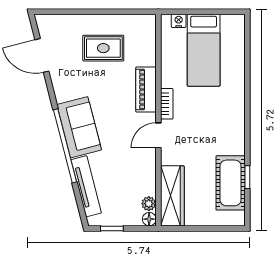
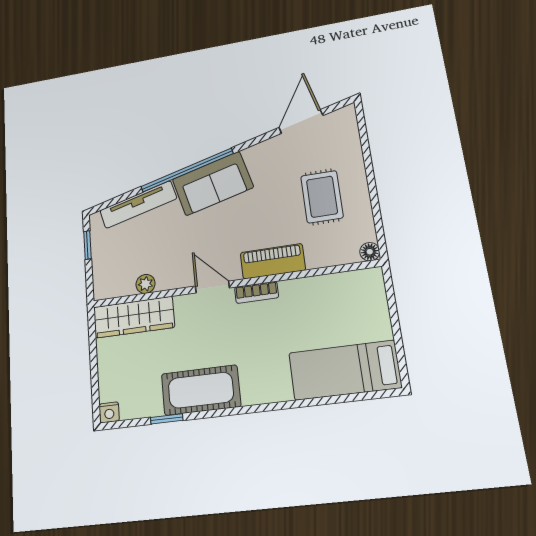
nightstand: (179, 21) -> (109, 412), moved, turned 90
bed: (204, 50) -> (345, 370), moved
cot: (231, 183) -> (201, 390), moved
plant: (149, 204) -> (146, 284), moved
floor lamp: (149, 219) -> (370, 252), moved

